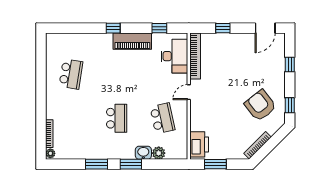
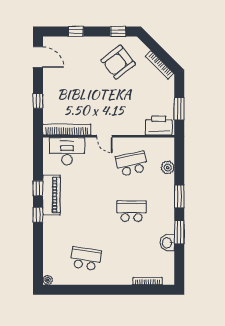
window: (159, 28) -> (38, 188), moved
plant: (50, 153) -> (48, 280), moved
washbasin: (143, 153) -> (167, 243), moved

